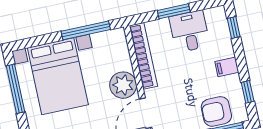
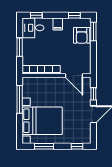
desk: (189, 31) -> (33, 28), moved
plant: (123, 85) -> (55, 85), removed
window: (15, 89) -> (44, 146), width x0.69

